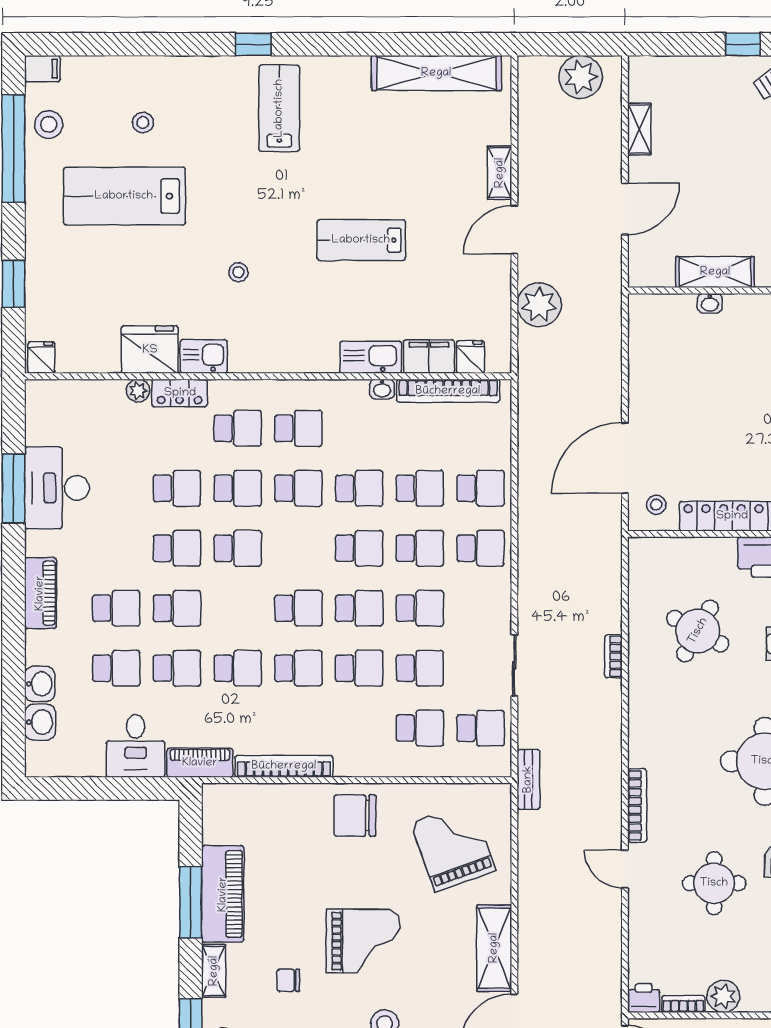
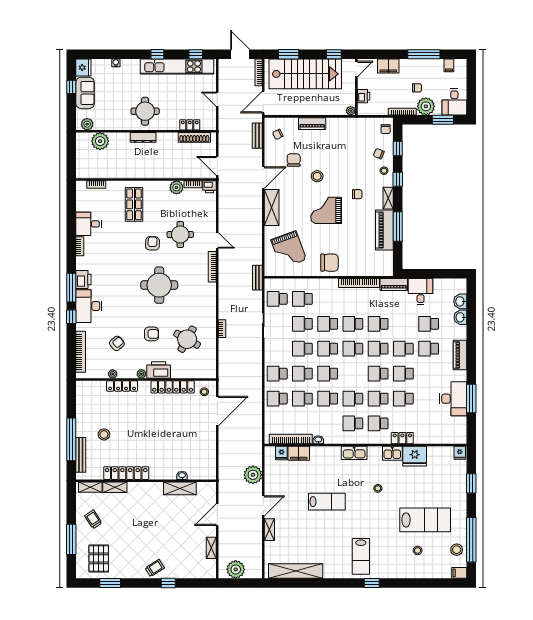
kitchen sink: (371, 357) -> (354, 453), moved
plant: (138, 391) -> (420, 439), removed
school desk: (177, 668) -> (378, 349), moved

